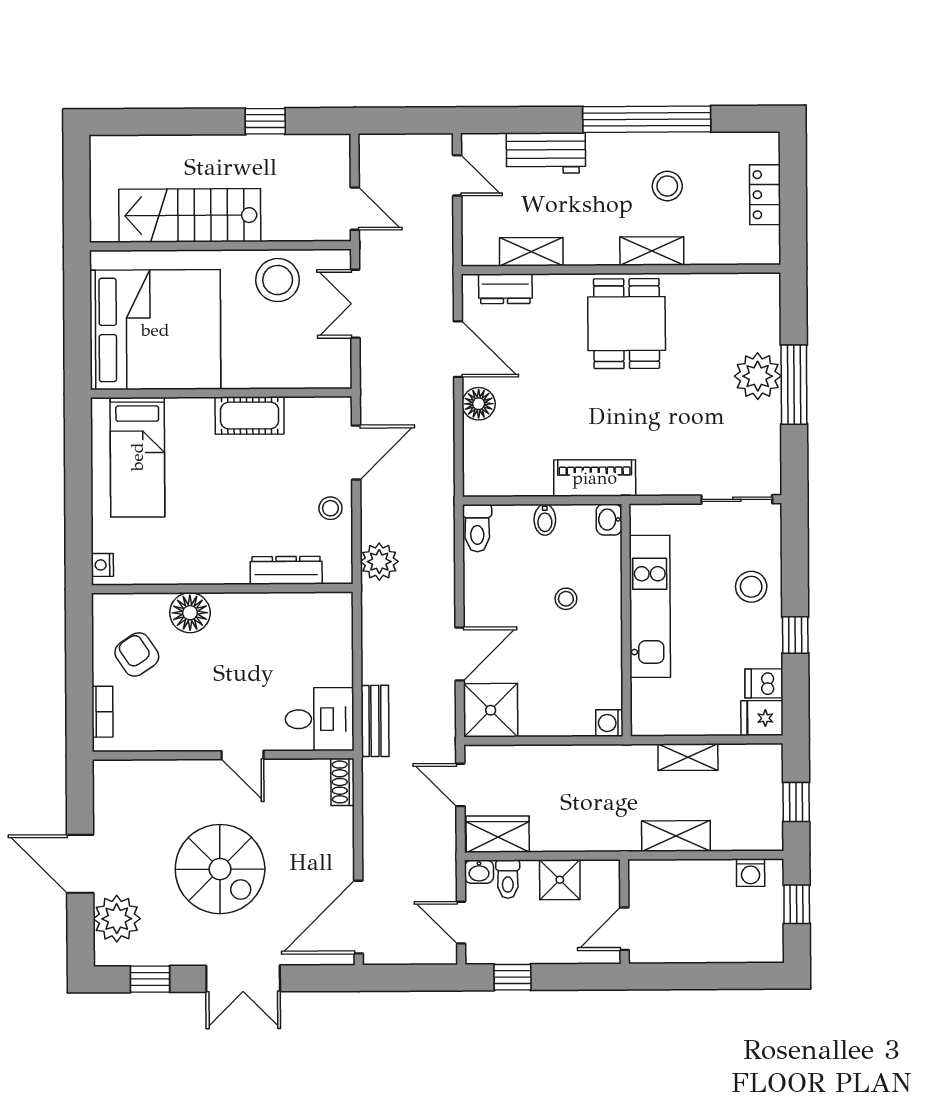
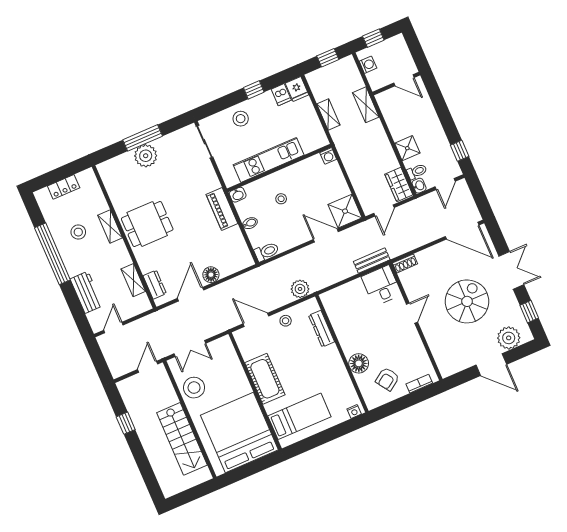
cot: (250, 416) -> (265, 379), width x1.37, depth x1.34
door: (80, 864) -> (491, 365), hinge flipped
wall: (624, 912) -> (396, 84), moved
door: (624, 929) -> (404, 80), moved

